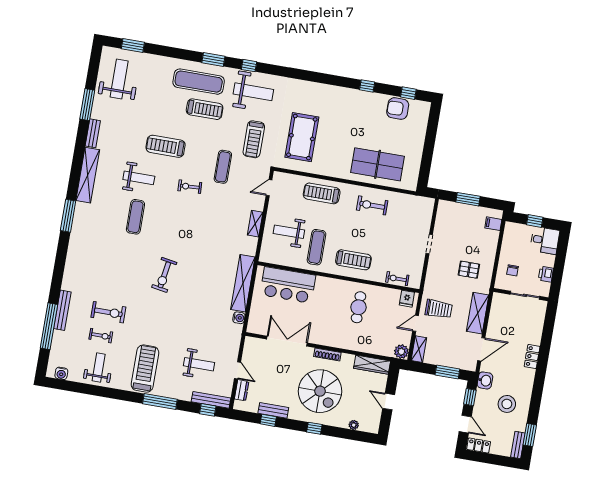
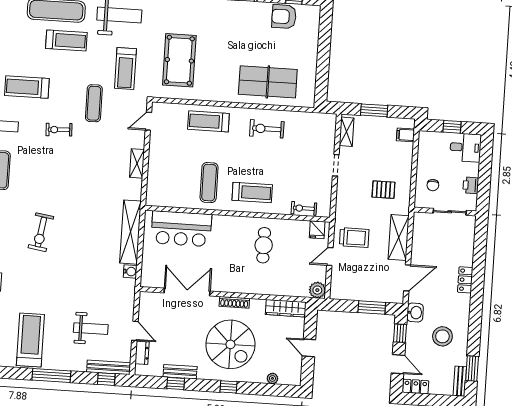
weight bench: (289, 232) -> (176, 169), removed
shelving: (419, 349) -> (347, 132), moved

